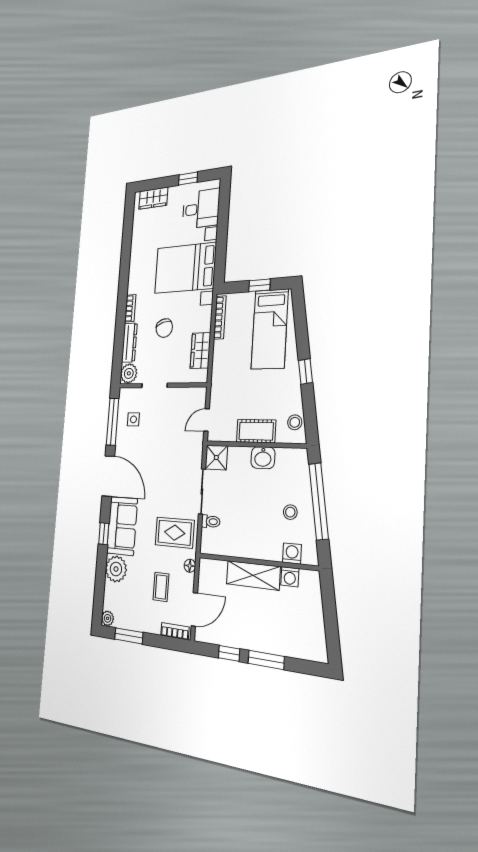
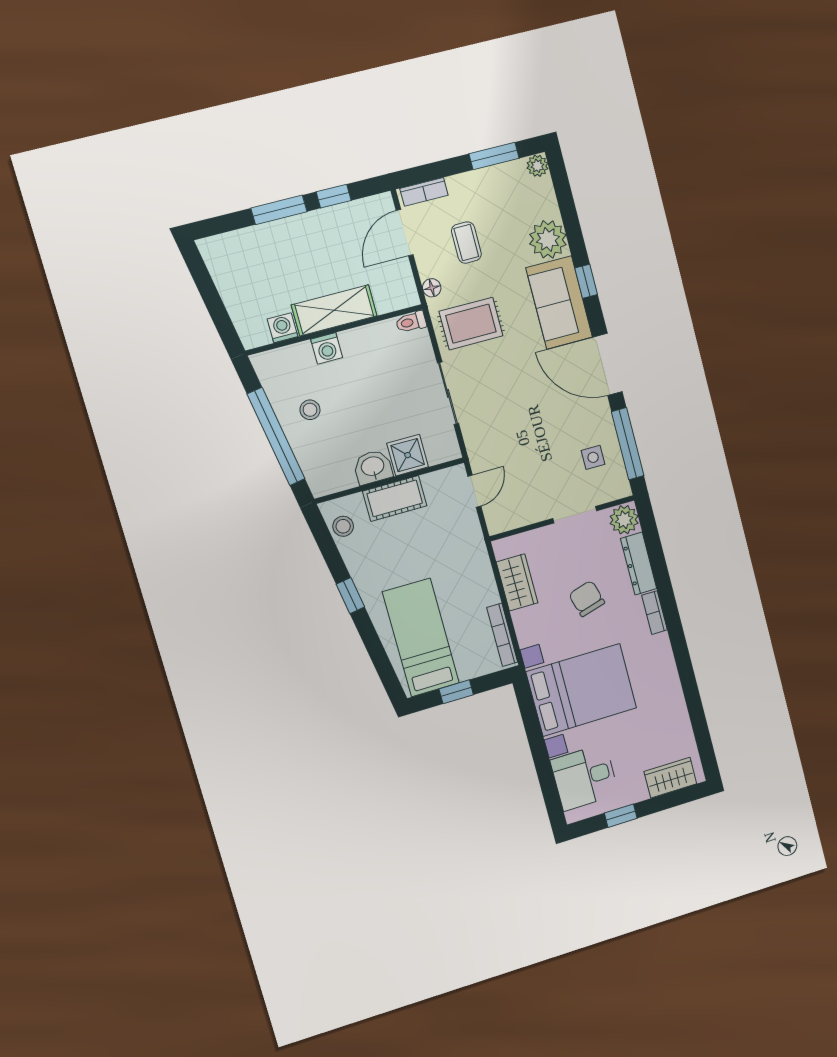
shower: (216, 457) -> (408, 455), moved
toilet: (211, 521) -> (411, 322), moved
washing machine: (292, 553) -> (327, 348), moved

